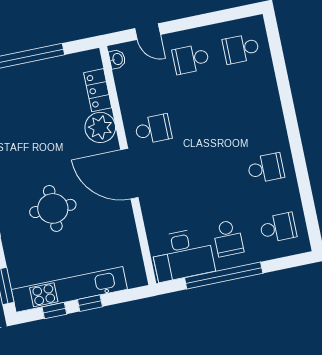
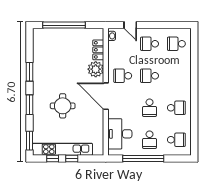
school desk: (203, 119) -> (150, 76), added
school desk: (153, 129) -> (123, 76), turned 180
school desk: (216, 178) -> (150, 108), added
desk: (183, 255) -> (120, 134), moved, turned 90

